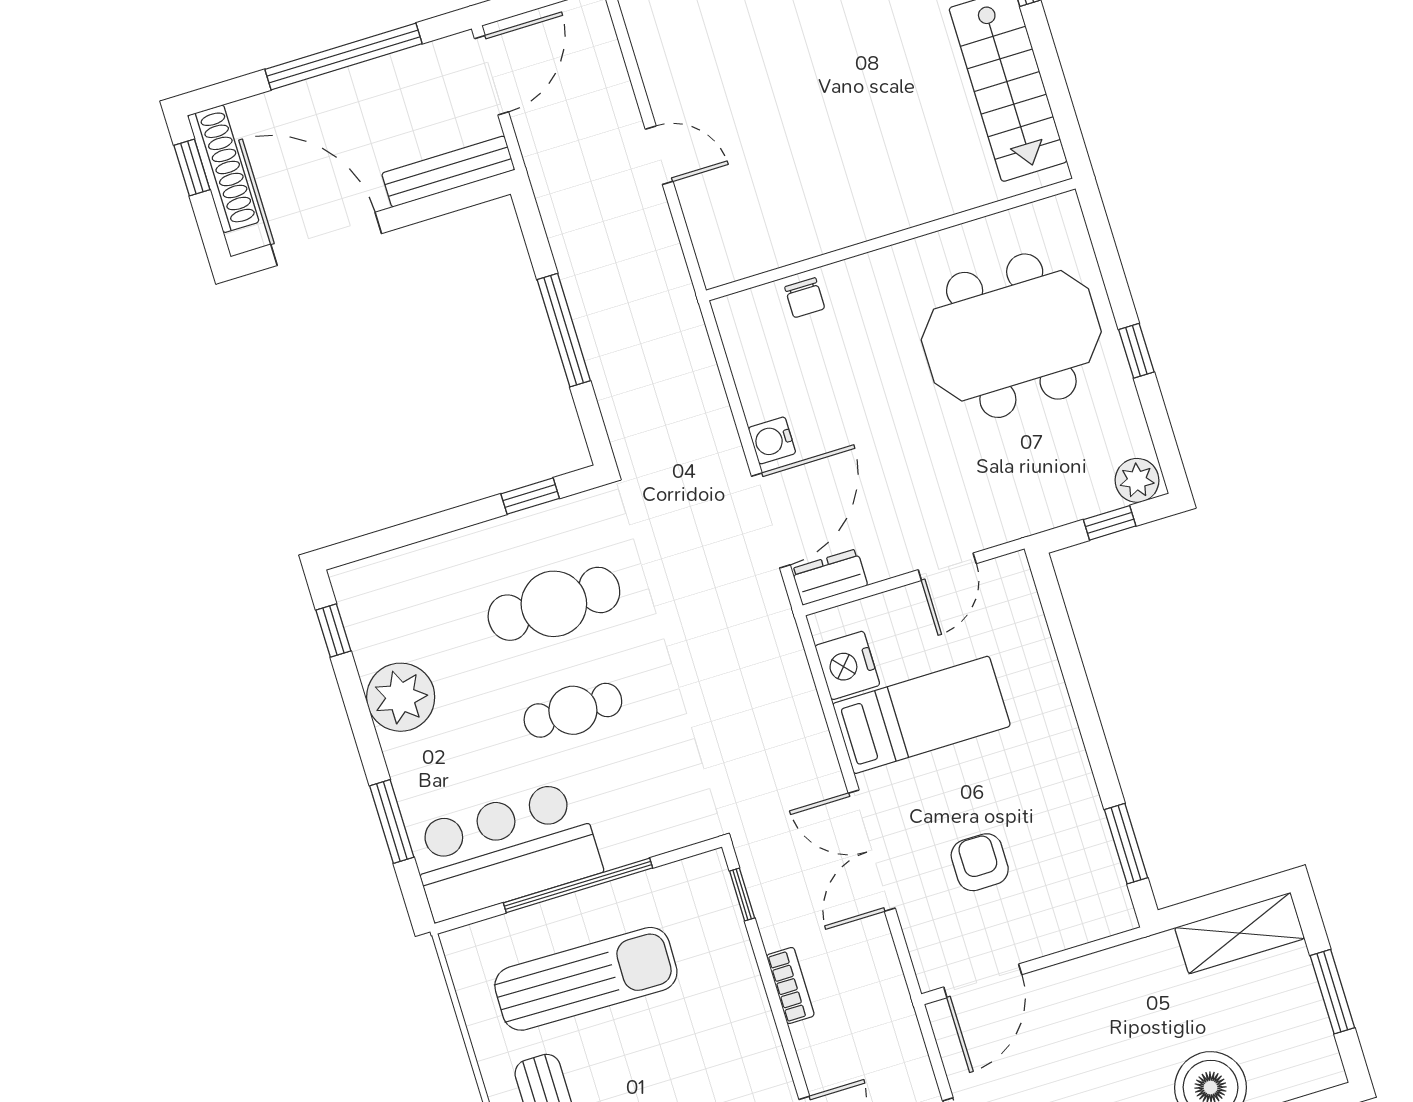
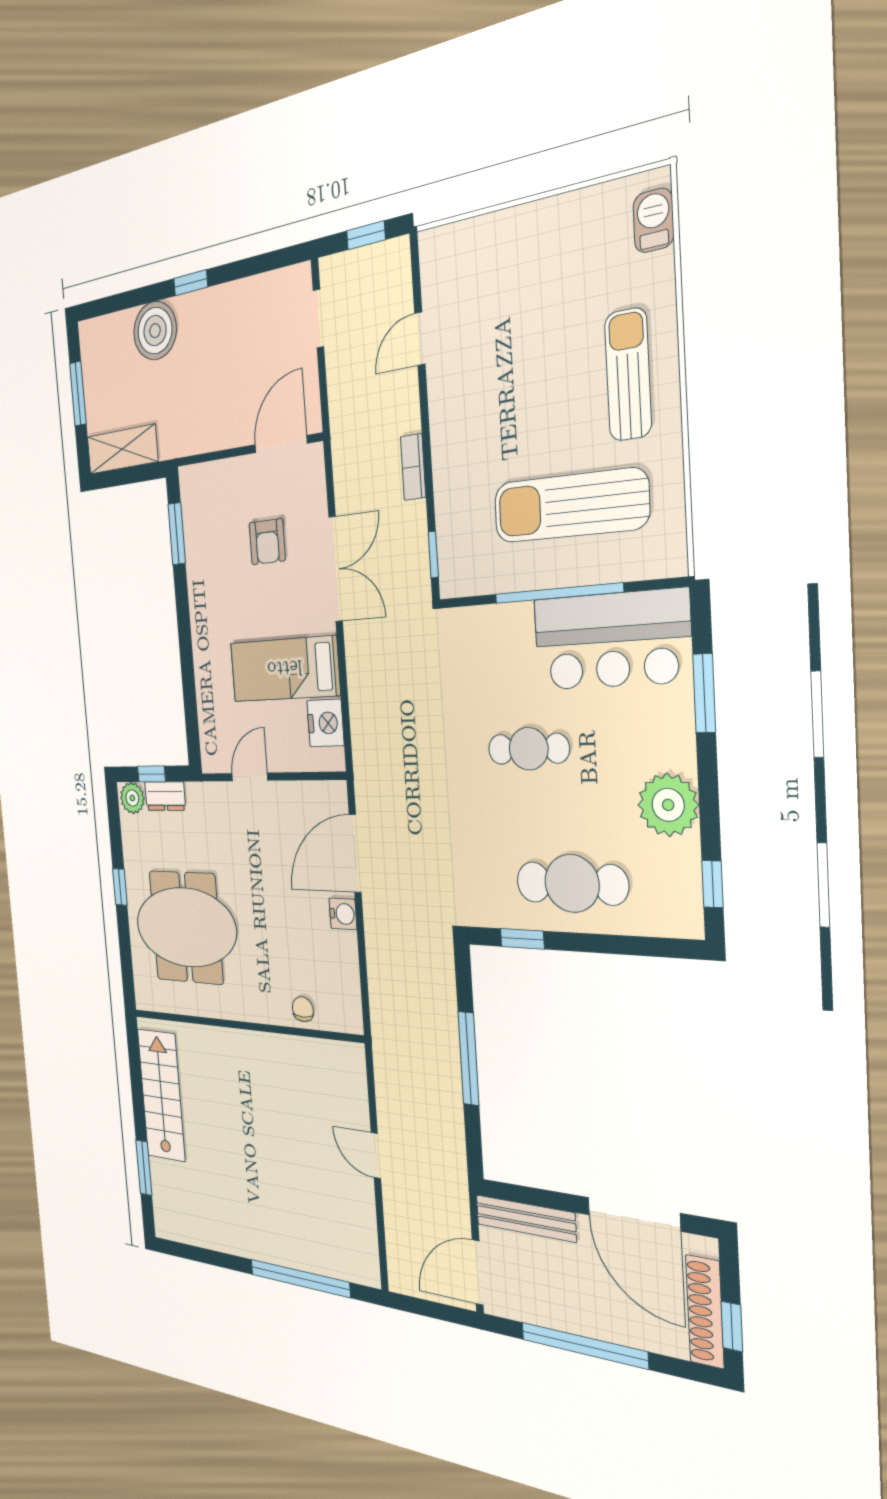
dresser: (829, 577) -> (165, 796), moved
cafe table: (554, 604) -> (572, 883), moved

